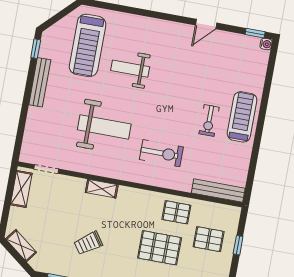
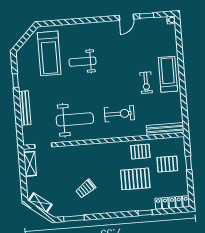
window: (255, 33) -> (147, 16), moved
window: (36, 49) -> (15, 81), moved
bench: (40, 82) -> (25, 108), moved
weight bench: (104, 127) -> (75, 119), moved
shelving: (102, 189) -> (85, 149), removed

